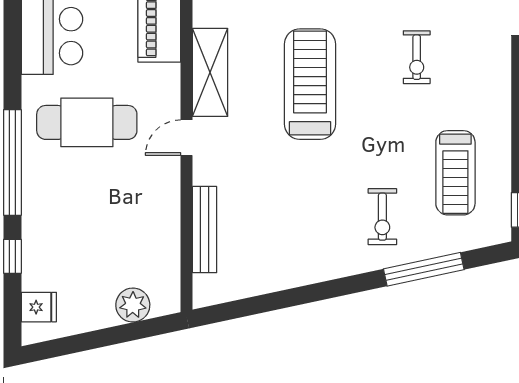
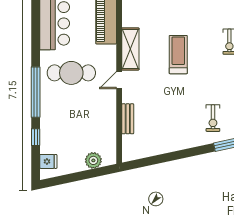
treadmill: (310, 84) -> (178, 55), width x0.73, depth x0.73
bench: (205, 230) -> (128, 119), width x0.73

